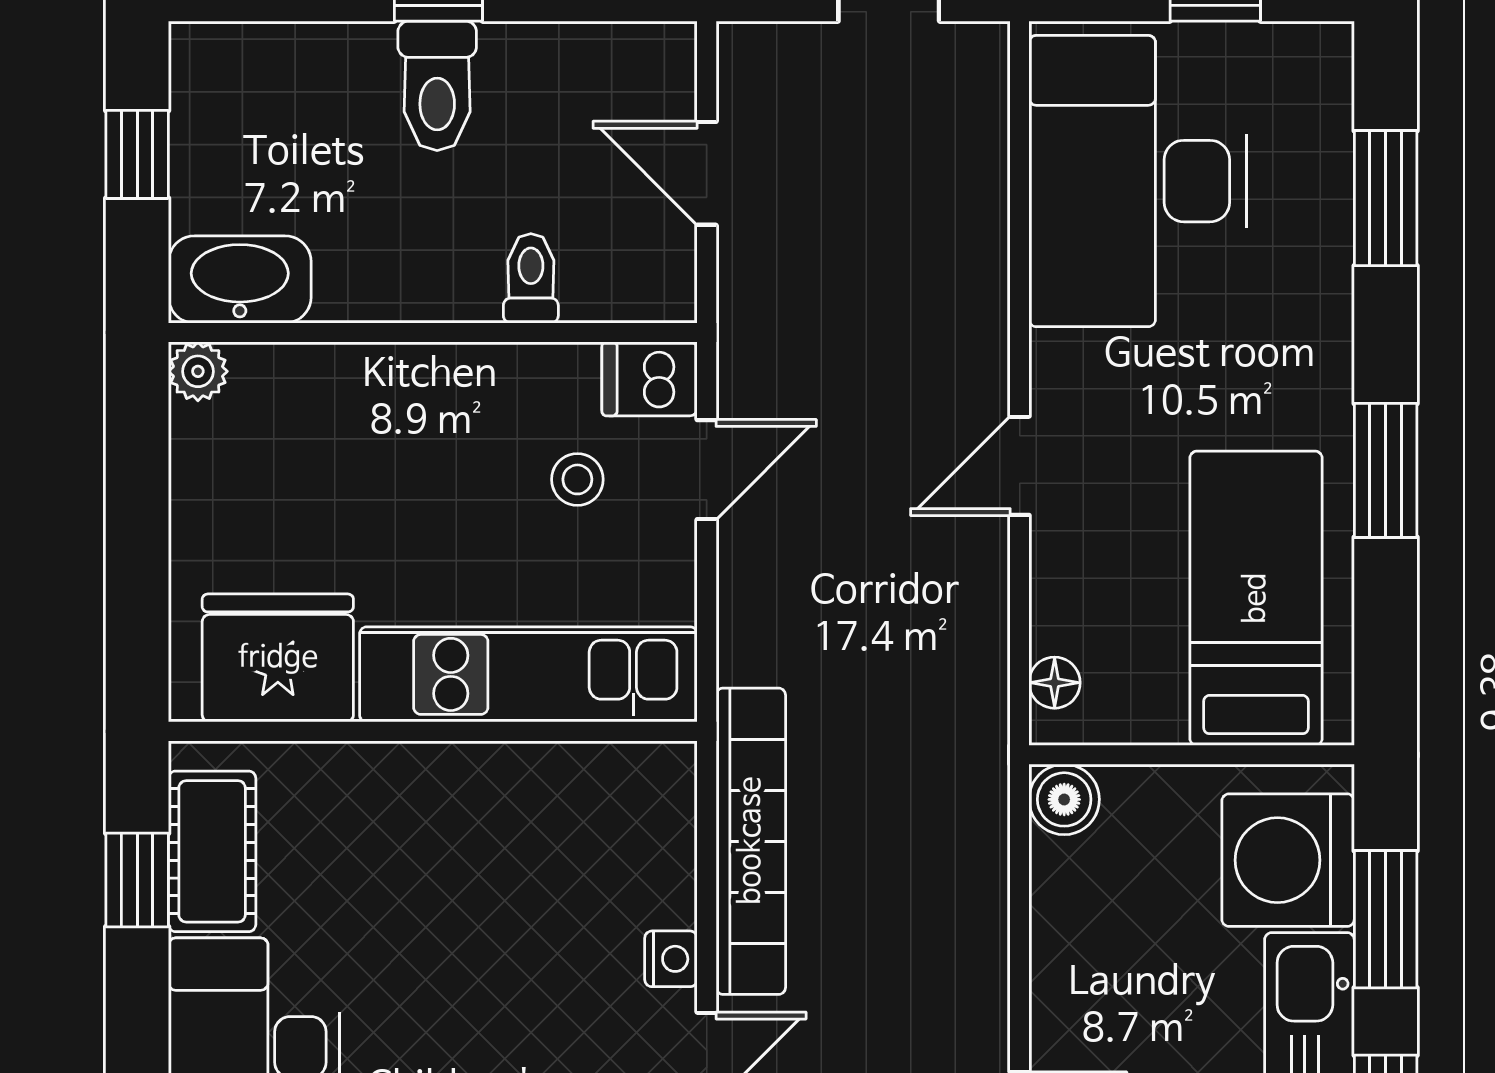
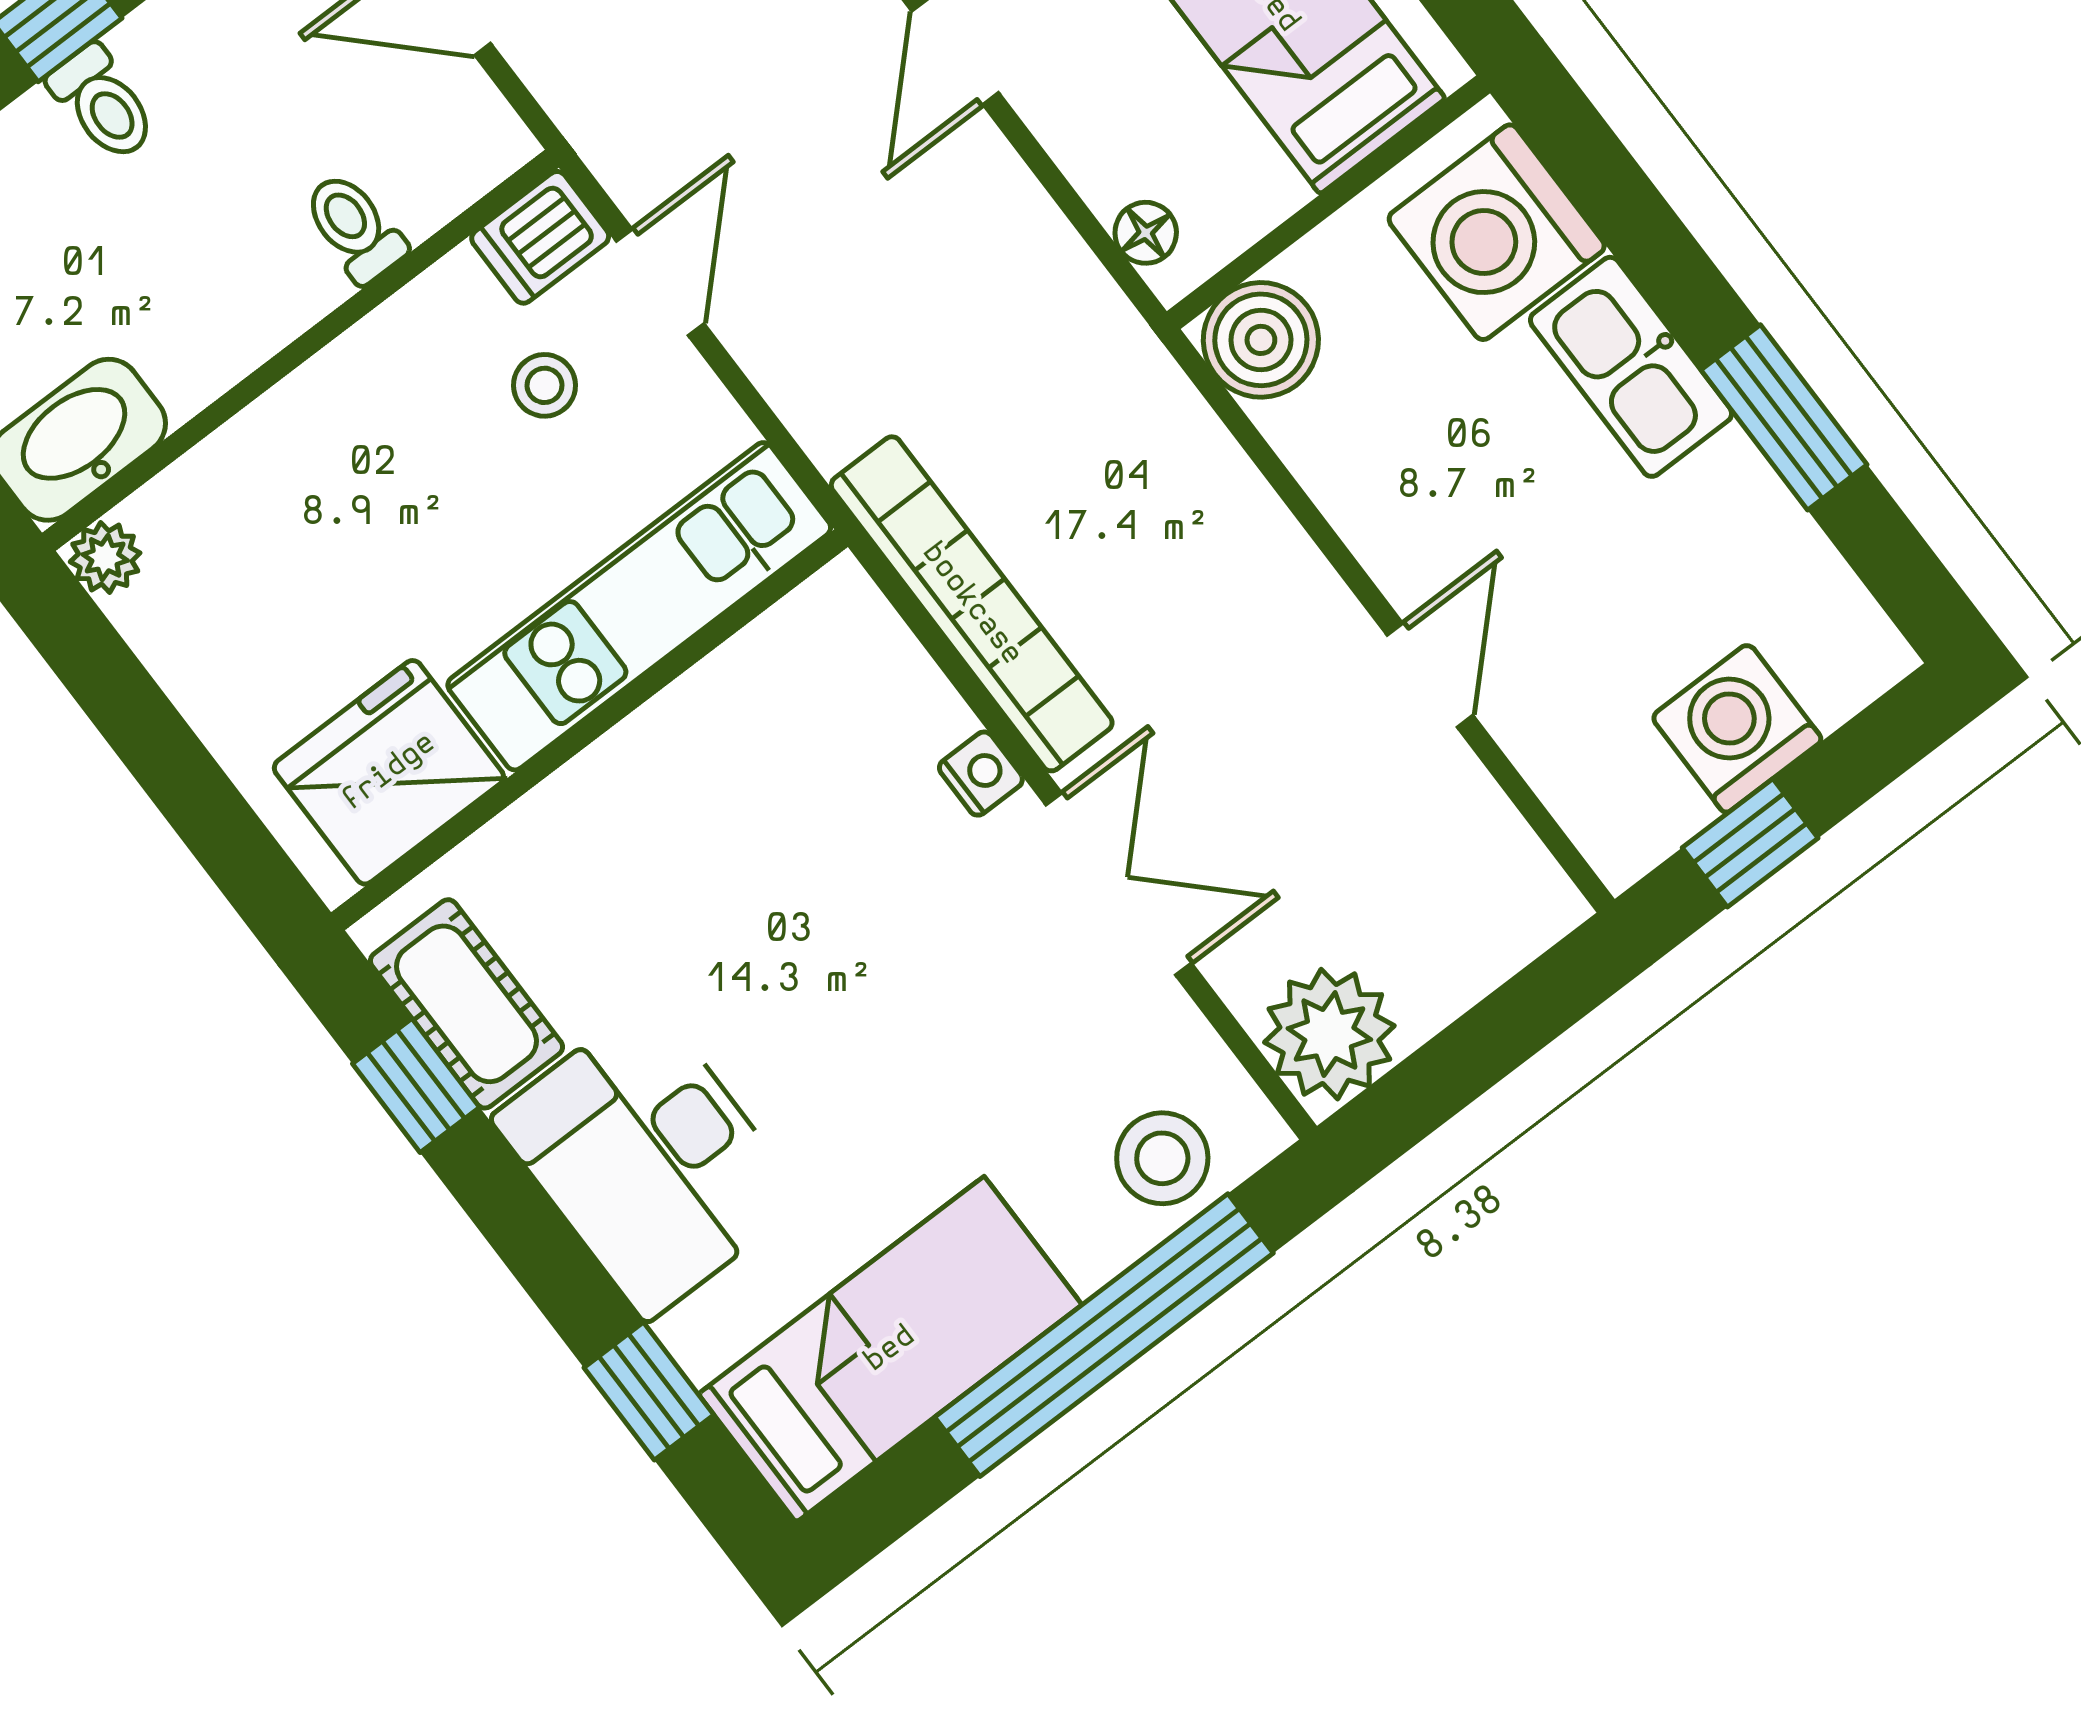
toilet: (437, 86) -> (103, 103), width x0.73, depth x0.72
boiler: (1064, 799) -> (1261, 340), width x1.36, depth x1.36
window: (1386, 919) -> (1632, 218), removed

